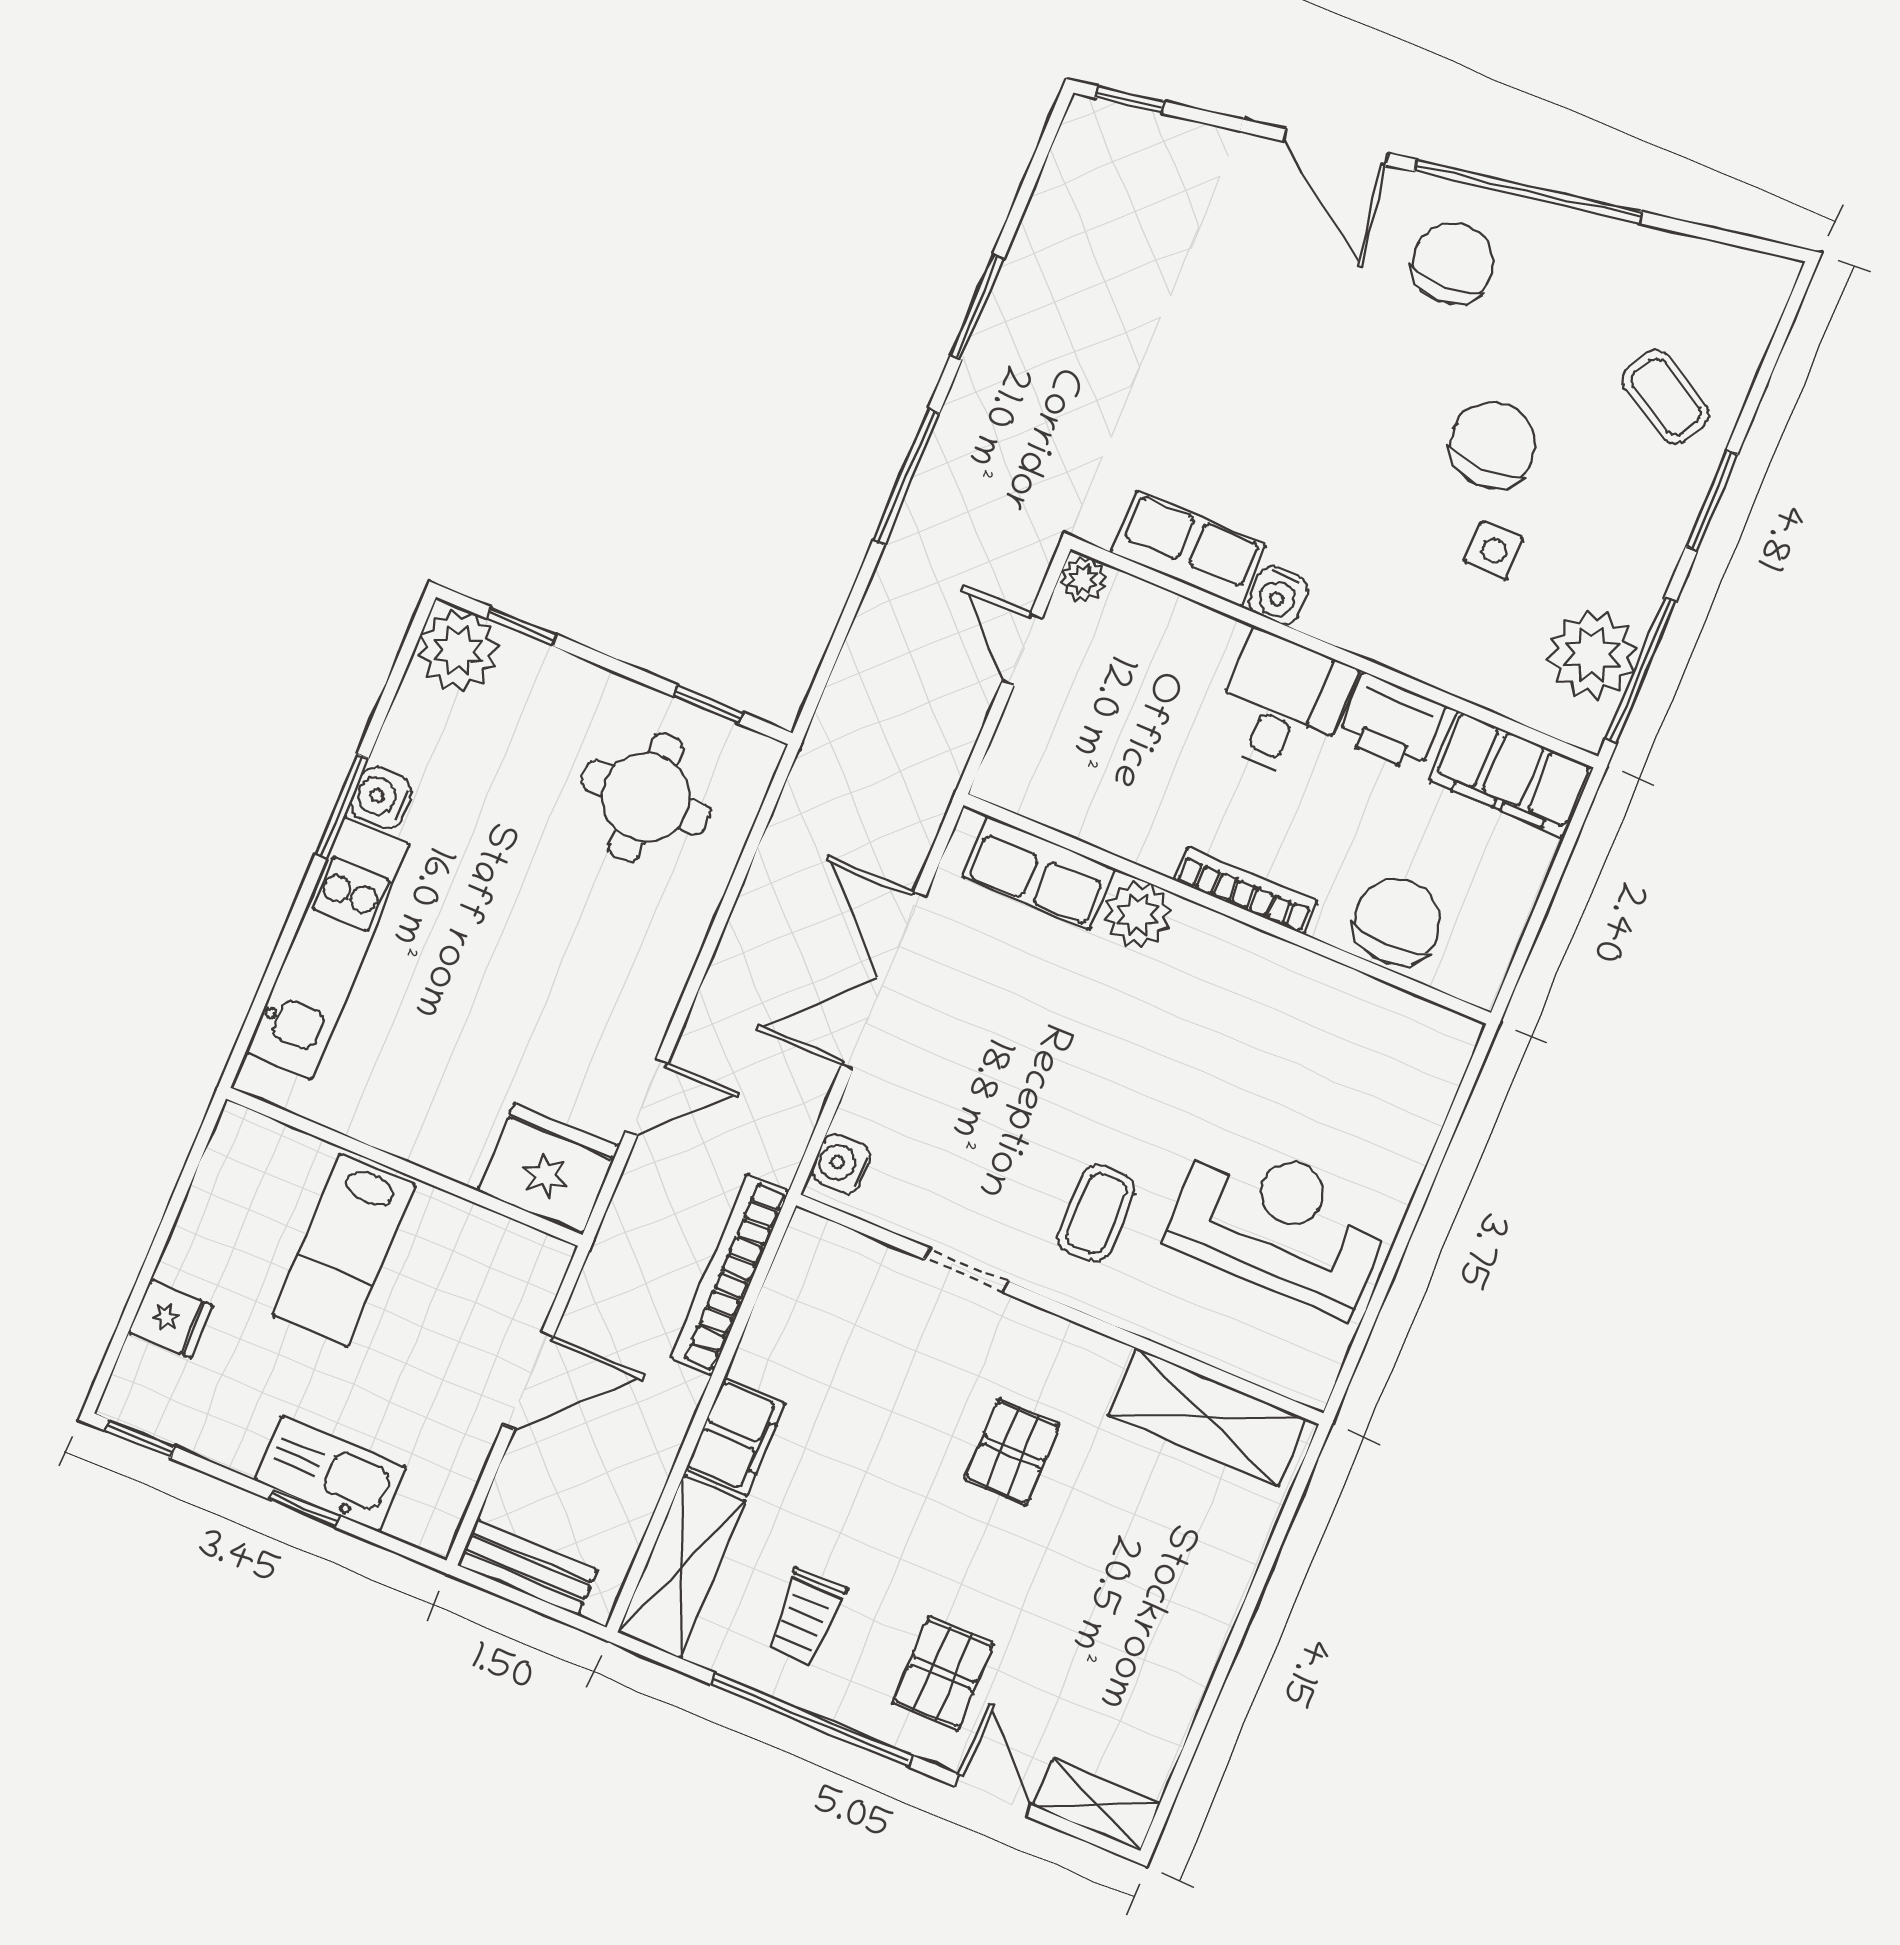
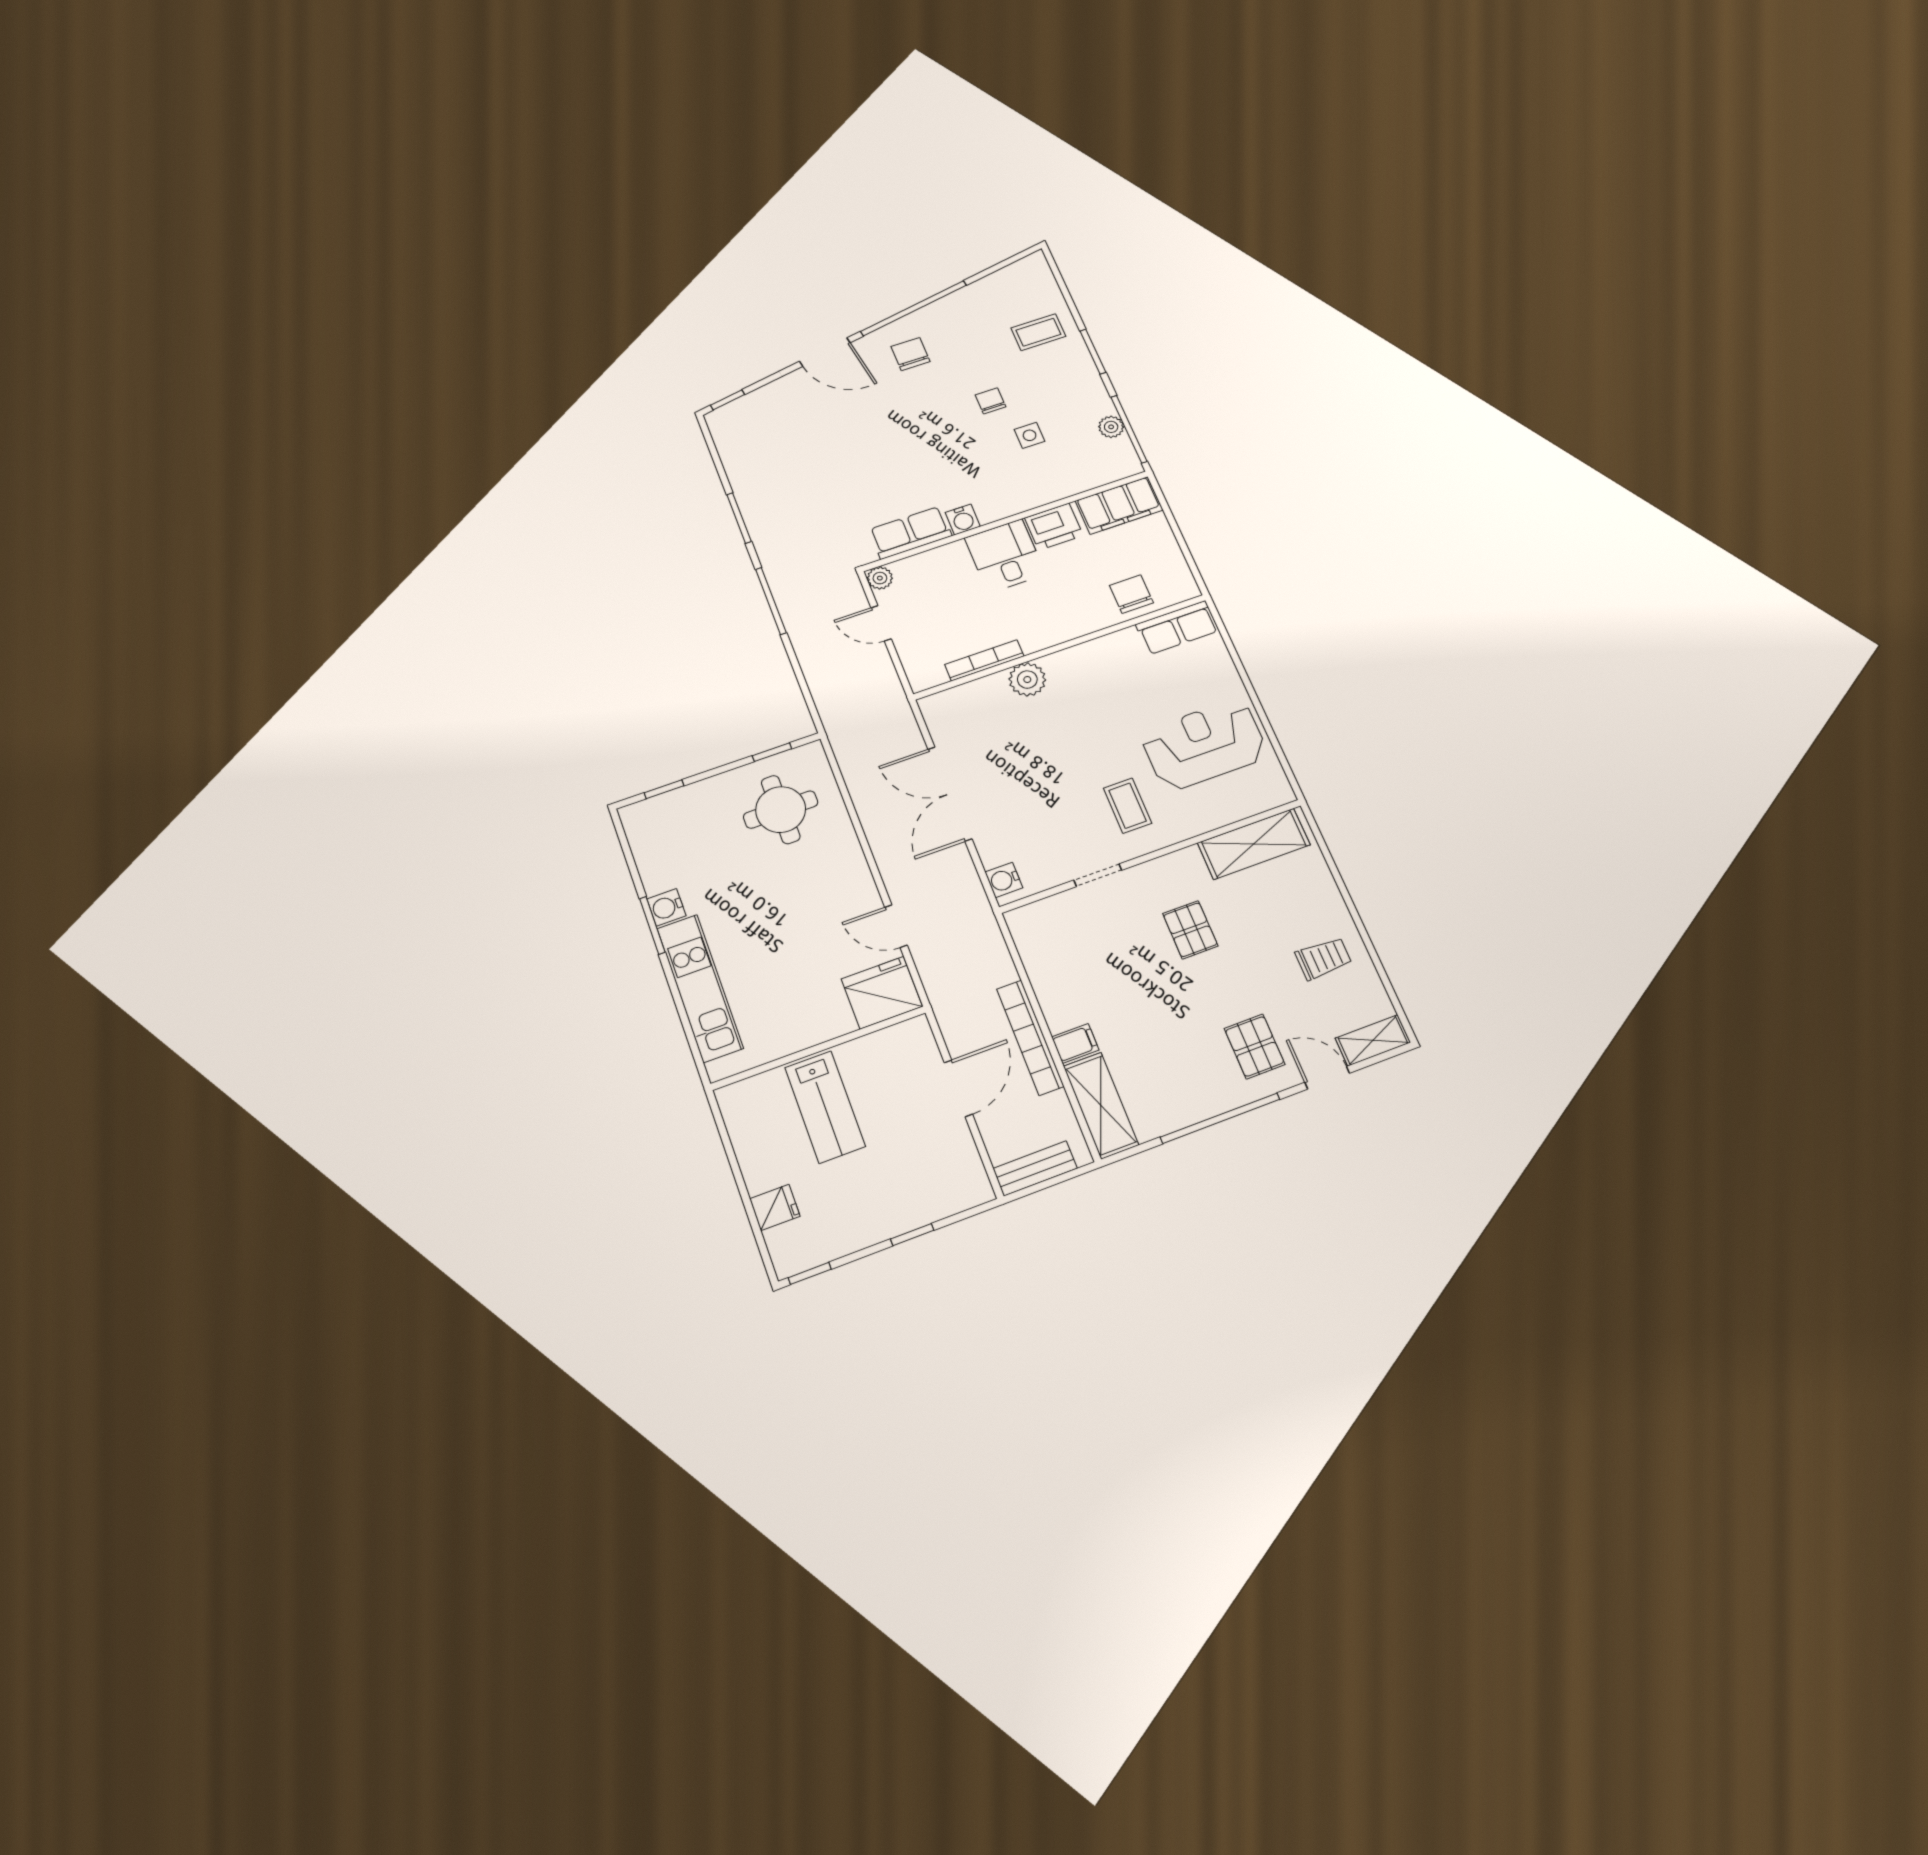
chair: (1453, 263) -> (910, 354), width x0.73, depth x0.73
coffee table: (1666, 397) -> (1038, 332), turned -30
chair: (1492, 445) -> (991, 401), width x0.54, depth x0.54
plant: (458, 651) -> (645, 822), removed
plant: (1592, 655) -> (1111, 427), width x0.53, depth x0.53
row of seats: (1039, 872) -> (1177, 628), moved
bookcase: (1245, 891) -> (984, 660), moved
chair: (1397, 921) -> (1131, 594), width x0.73, depth x0.73
door: (647, 1097) -> (896, 926), swing flipped
bookcase: (730, 1275) -> (1030, 1037), moved
filing cabinet: (735, 1437) -> (1075, 1043), width x0.50
kitchen sink: (331, 1474) -> (910, 1209), removed
trolley: (806, 1616) -> (1324, 958), moved, turned -90

